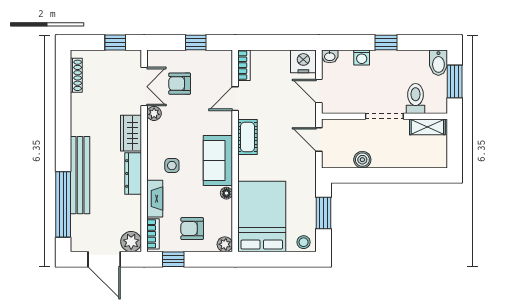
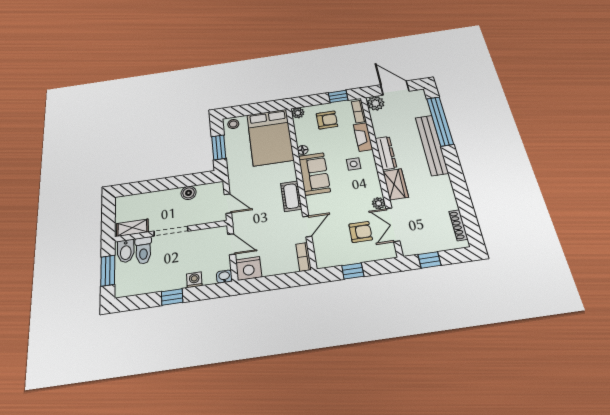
bidet: (438, 63) -> (126, 251), moved, turned 180

